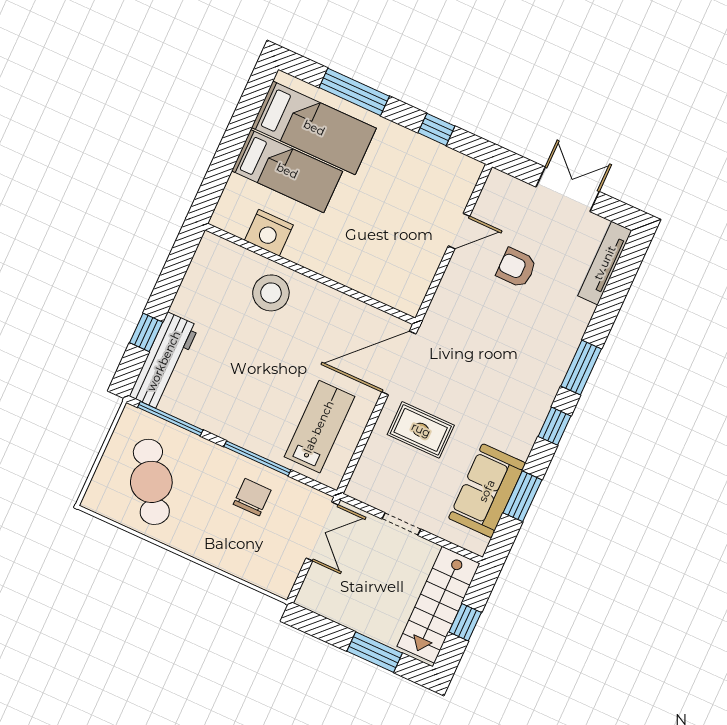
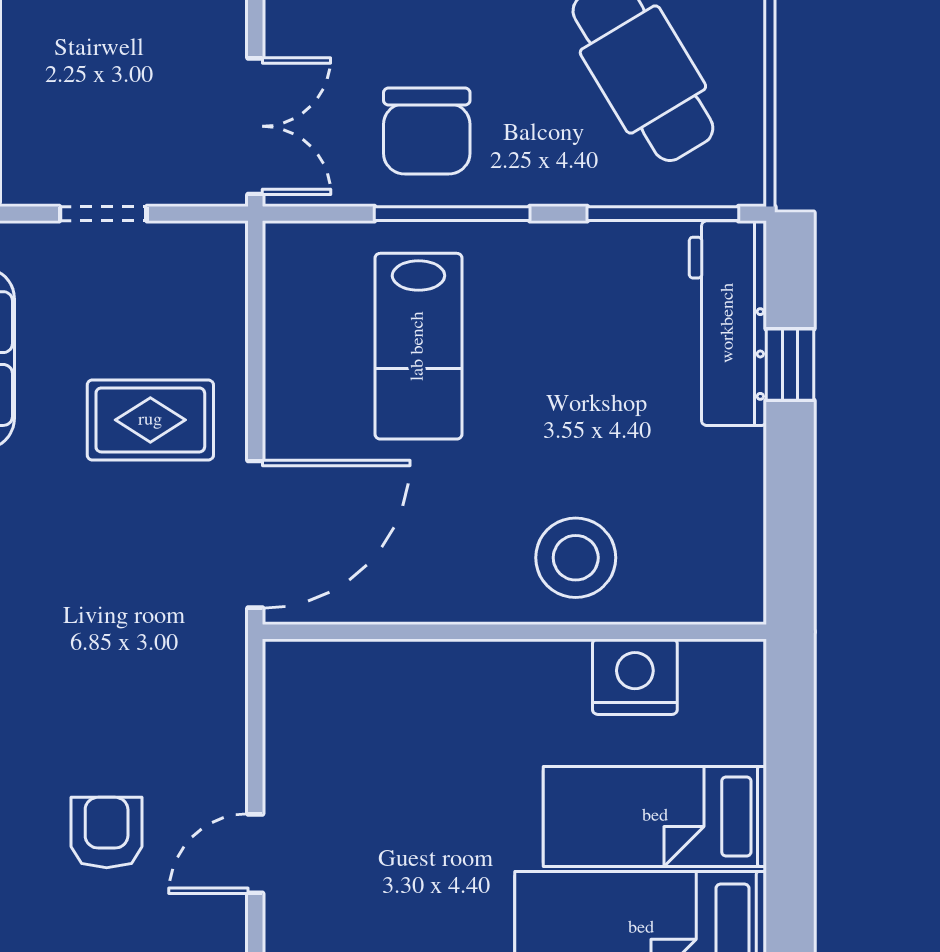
armchair: (516, 268) -> (107, 833), turned -90
lab bench: (319, 427) -> (418, 346), moved
chair: (252, 497) -> (427, 131), width x1.37, depth x1.37
double door: (322, 531) -> (255, 126), swing flipped

